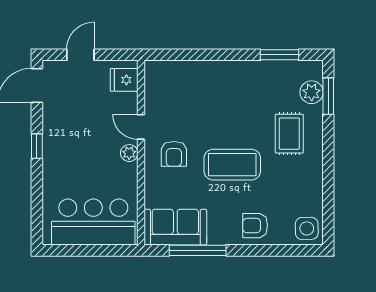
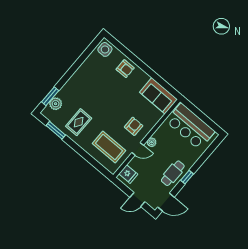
door: (141, 127) -> (138, 149), hinge flipped
rug: (289, 134) -> (79, 122), moved
cafe table: (62, 135) -> (173, 173), added
coffee table: (232, 165) -> (109, 147), moved
window: (198, 250) -> (157, 78), removed

